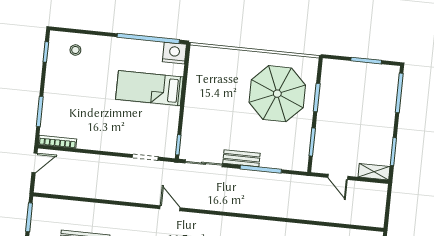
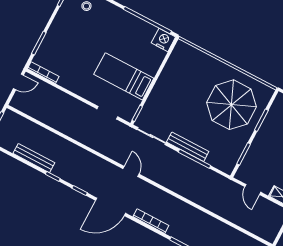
bed: (149, 88) -> (124, 76), moved
bench: (241, 158) -> (188, 147), width x1.36
door: (170, 208) -> (131, 171), moved

